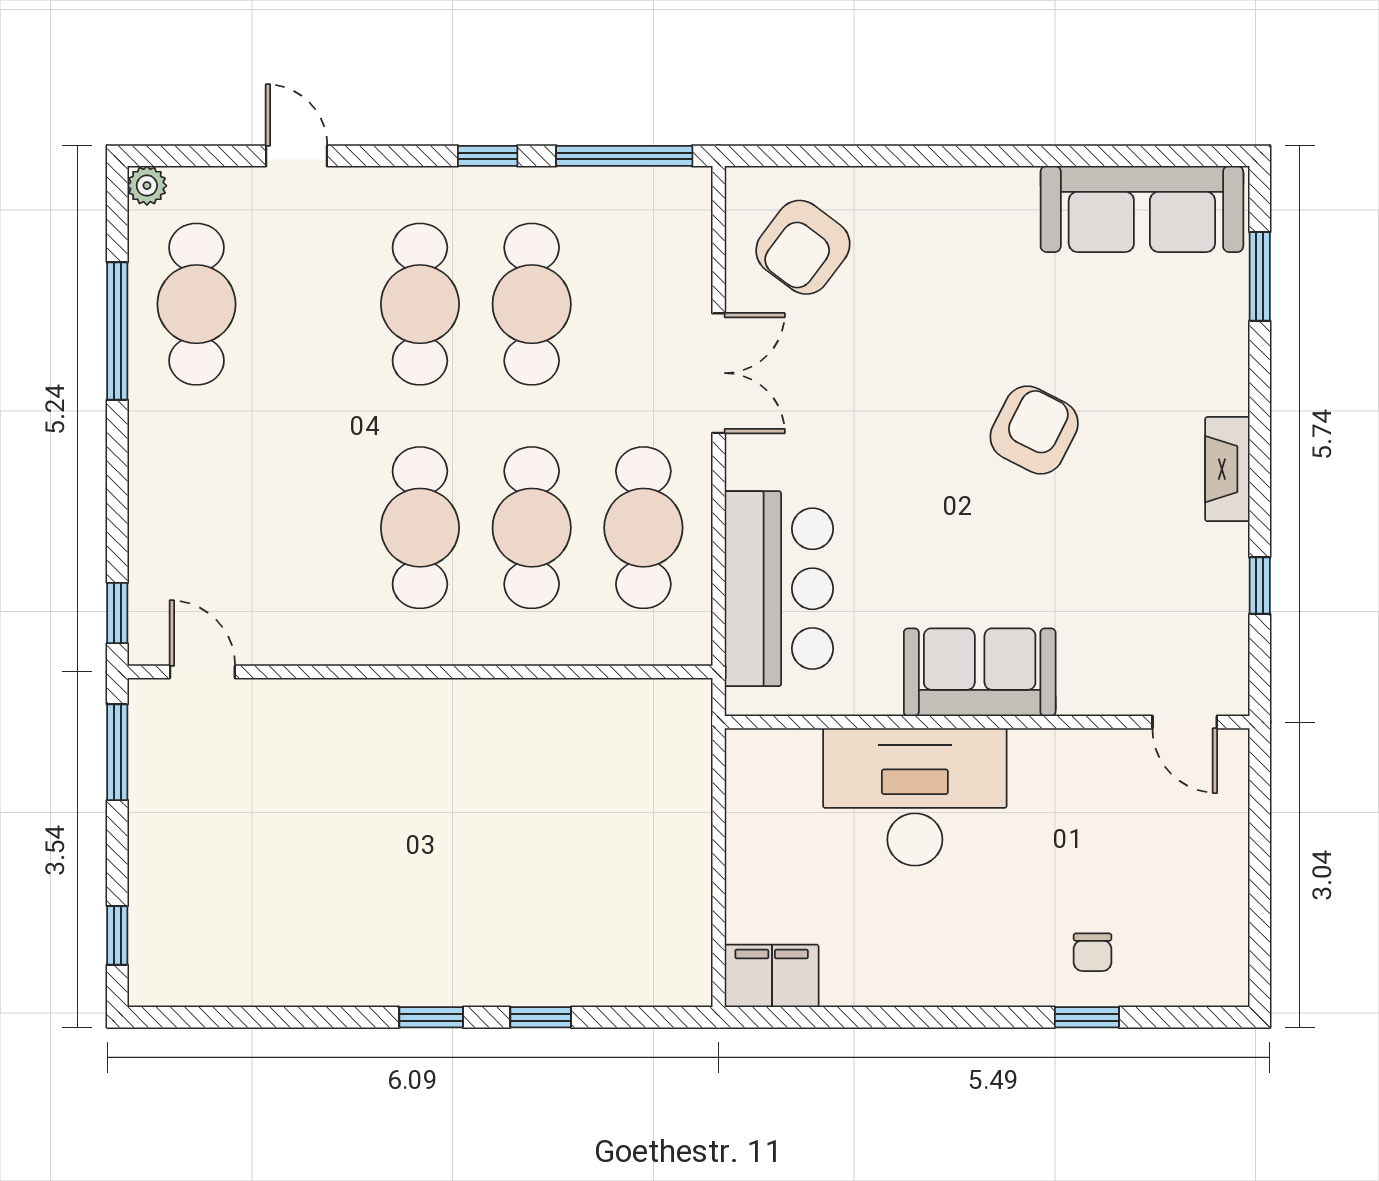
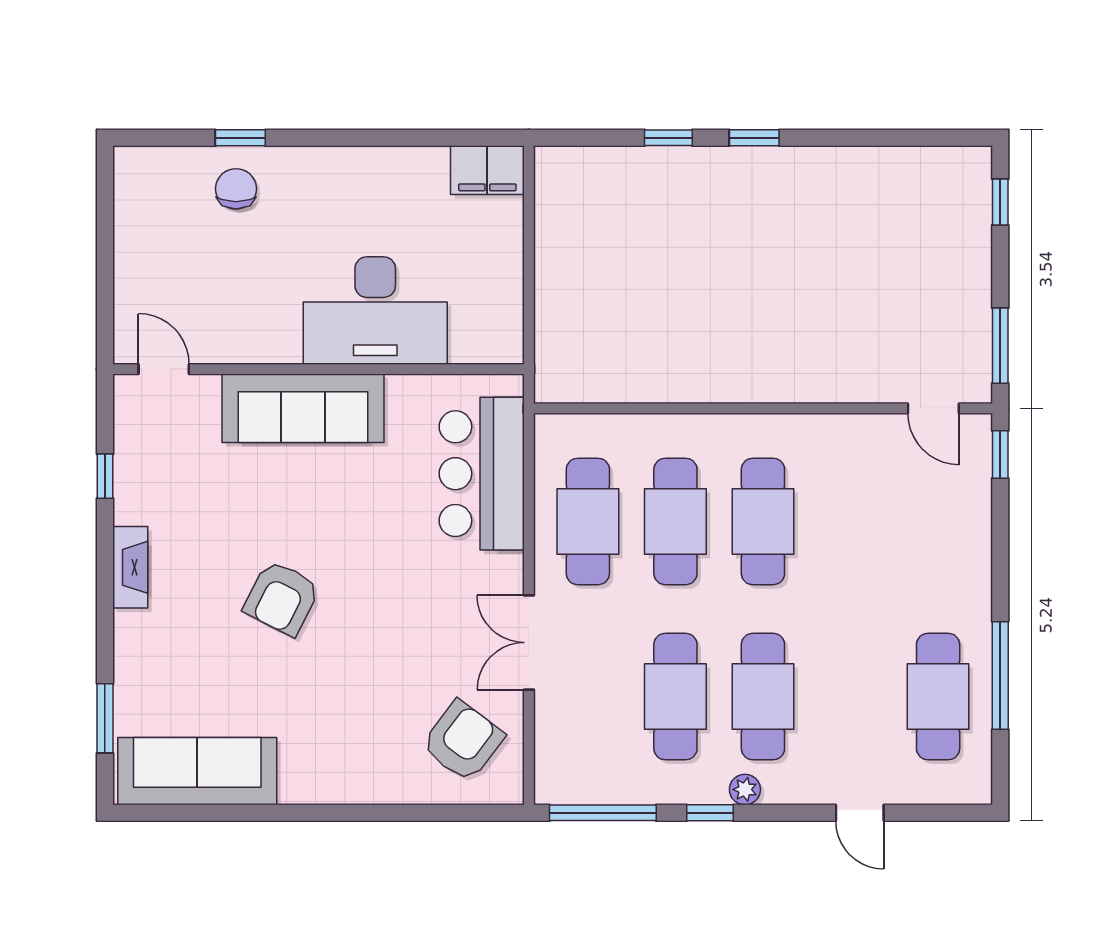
plant: (147, 186) -> (745, 789), moved
sofa: (980, 672) -> (303, 408), width x1.36
chair: (1093, 952) -> (236, 189), width x1.37, depth x1.37

